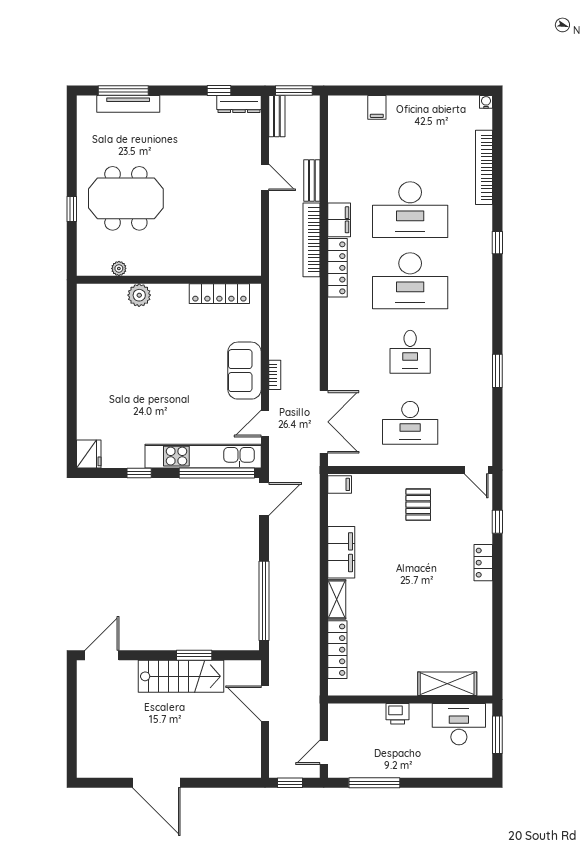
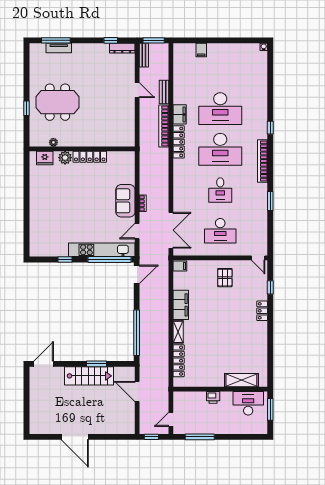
tv unit: (128, 104) -> (59, 48), width x0.71
bookcase: (484, 167) -> (263, 161), moved
locker: (219, 294) -> (90, 157), moved
fridge: (89, 454) -> (45, 158), moved, turned 90

